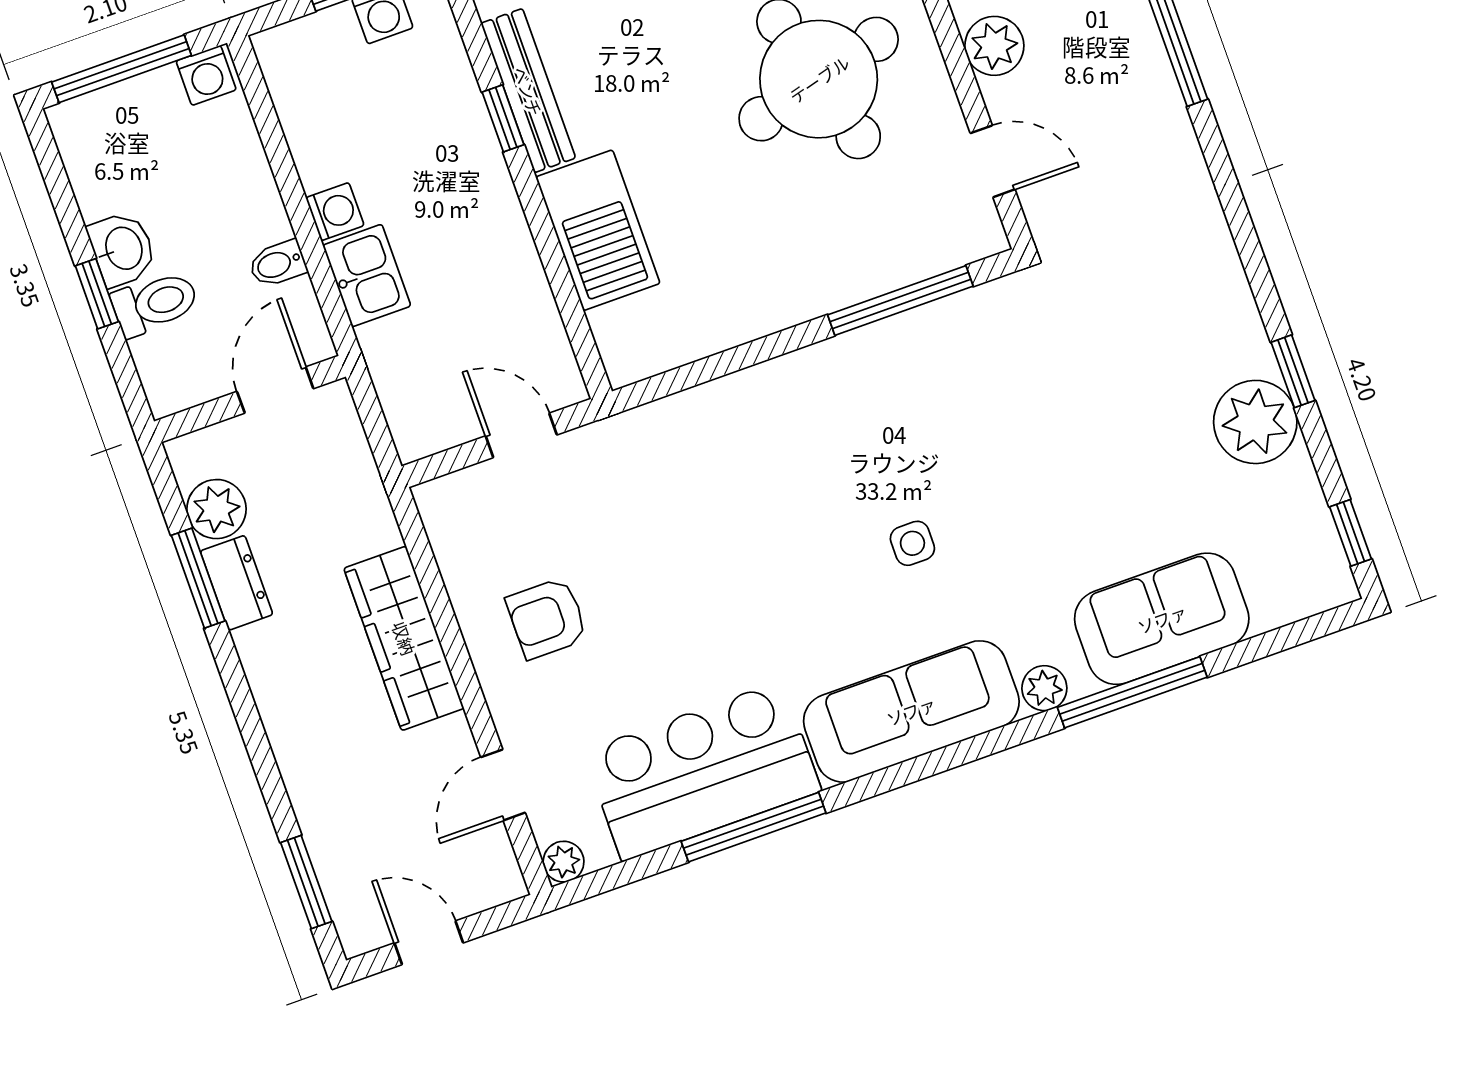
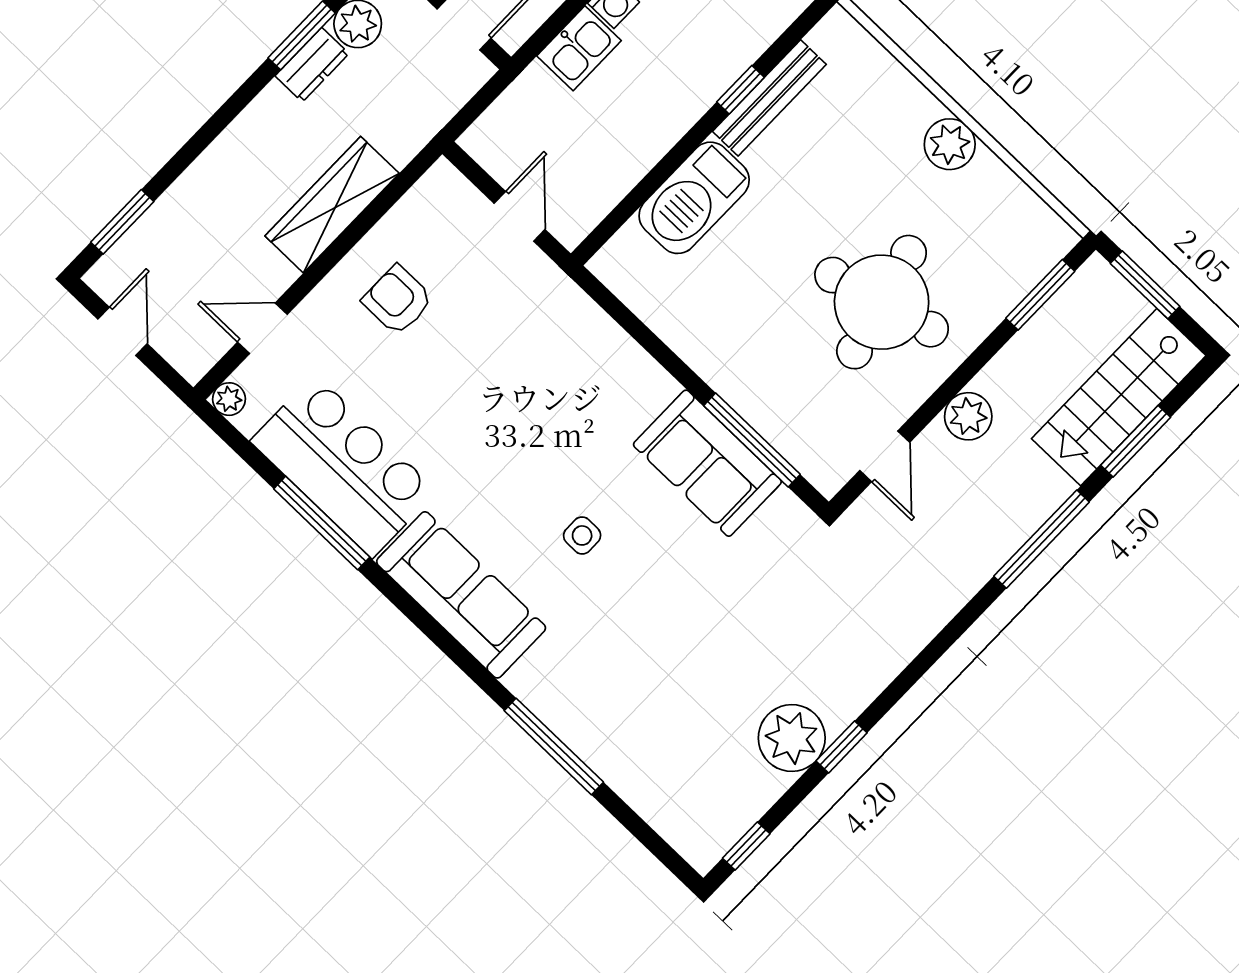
sofa: (1162, 619) -> (707, 463), moved, turned 180
plant: (1044, 688) -> (525, 682), removed

